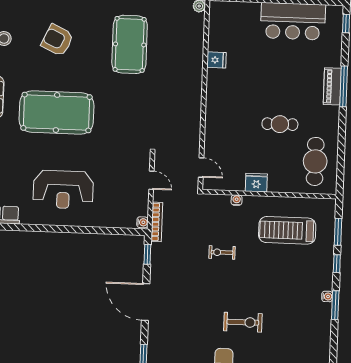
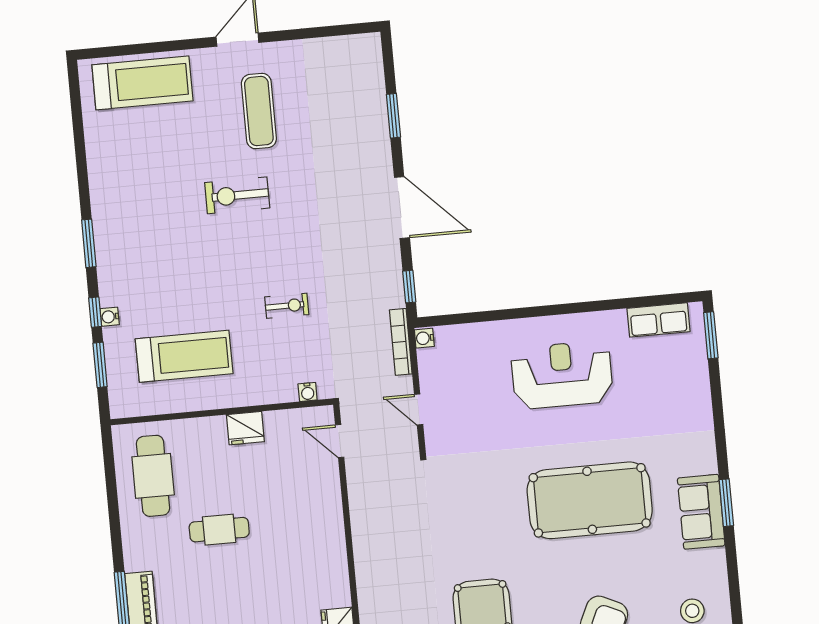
water cooler: (237, 200) -> (308, 392), moved
water cooler: (327, 296) -> (110, 317), moved

